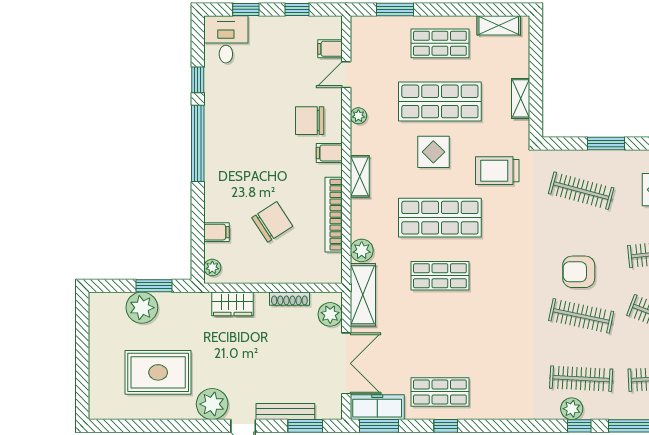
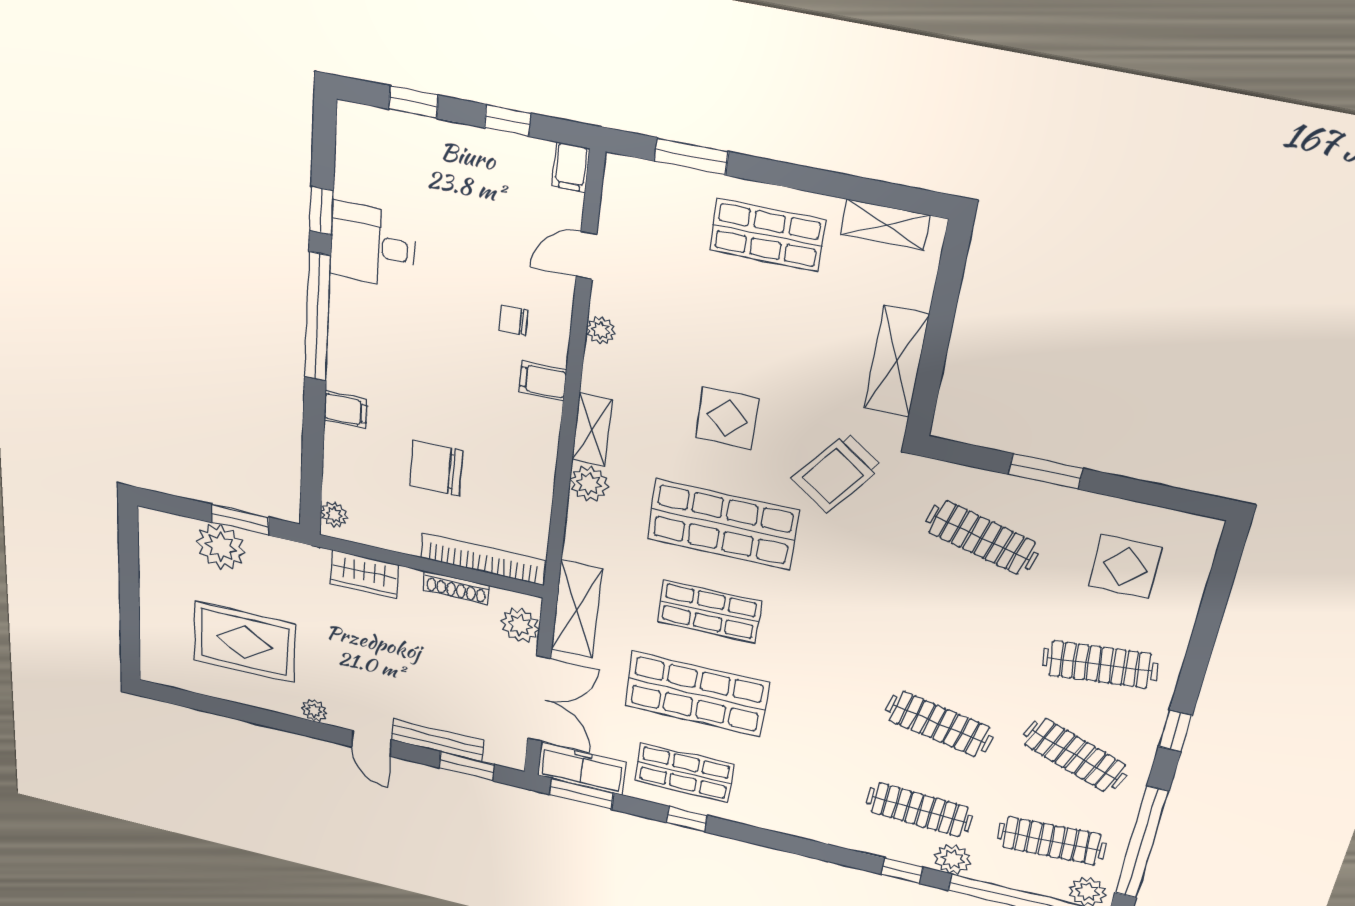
desk: (226, 39) -> (373, 245), moved, turned -90
filing cabinet: (330, 49) -> (571, 167), moved, turned -90
shelving: (521, 98) -> (897, 361), width x1.50, depth x1.33
shop shelf: (440, 101) -> (697, 694), moved
chair: (310, 121) -> (514, 320), width x0.54, depth x0.54
trolley: (497, 171) -> (837, 473), turned -54
bookcase: (334, 215) -> (483, 559), moved, turned 90
chair: (272, 222) -> (436, 468), turned -147
filing cabinet: (216, 232) -> (346, 410), moved
plant: (362, 250) -> (589, 484), moved
armchair: (579, 272) -> (949, 659), removed
plant: (212, 404) -> (314, 711), width x0.53, depth x0.53
plant: (572, 409) -> (953, 859), moved

